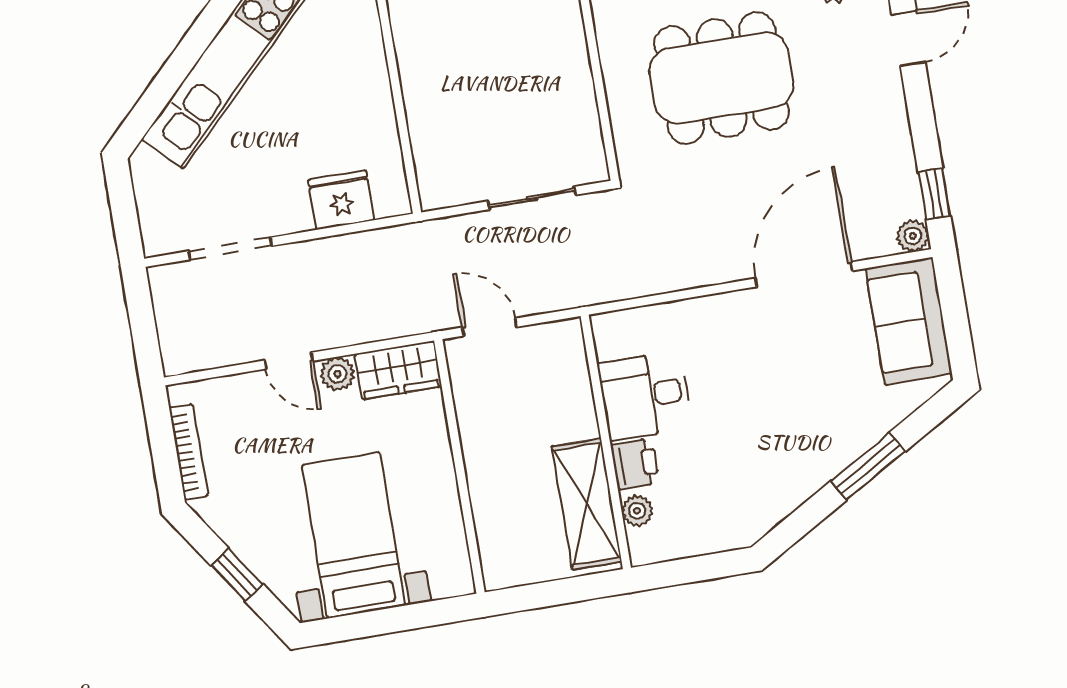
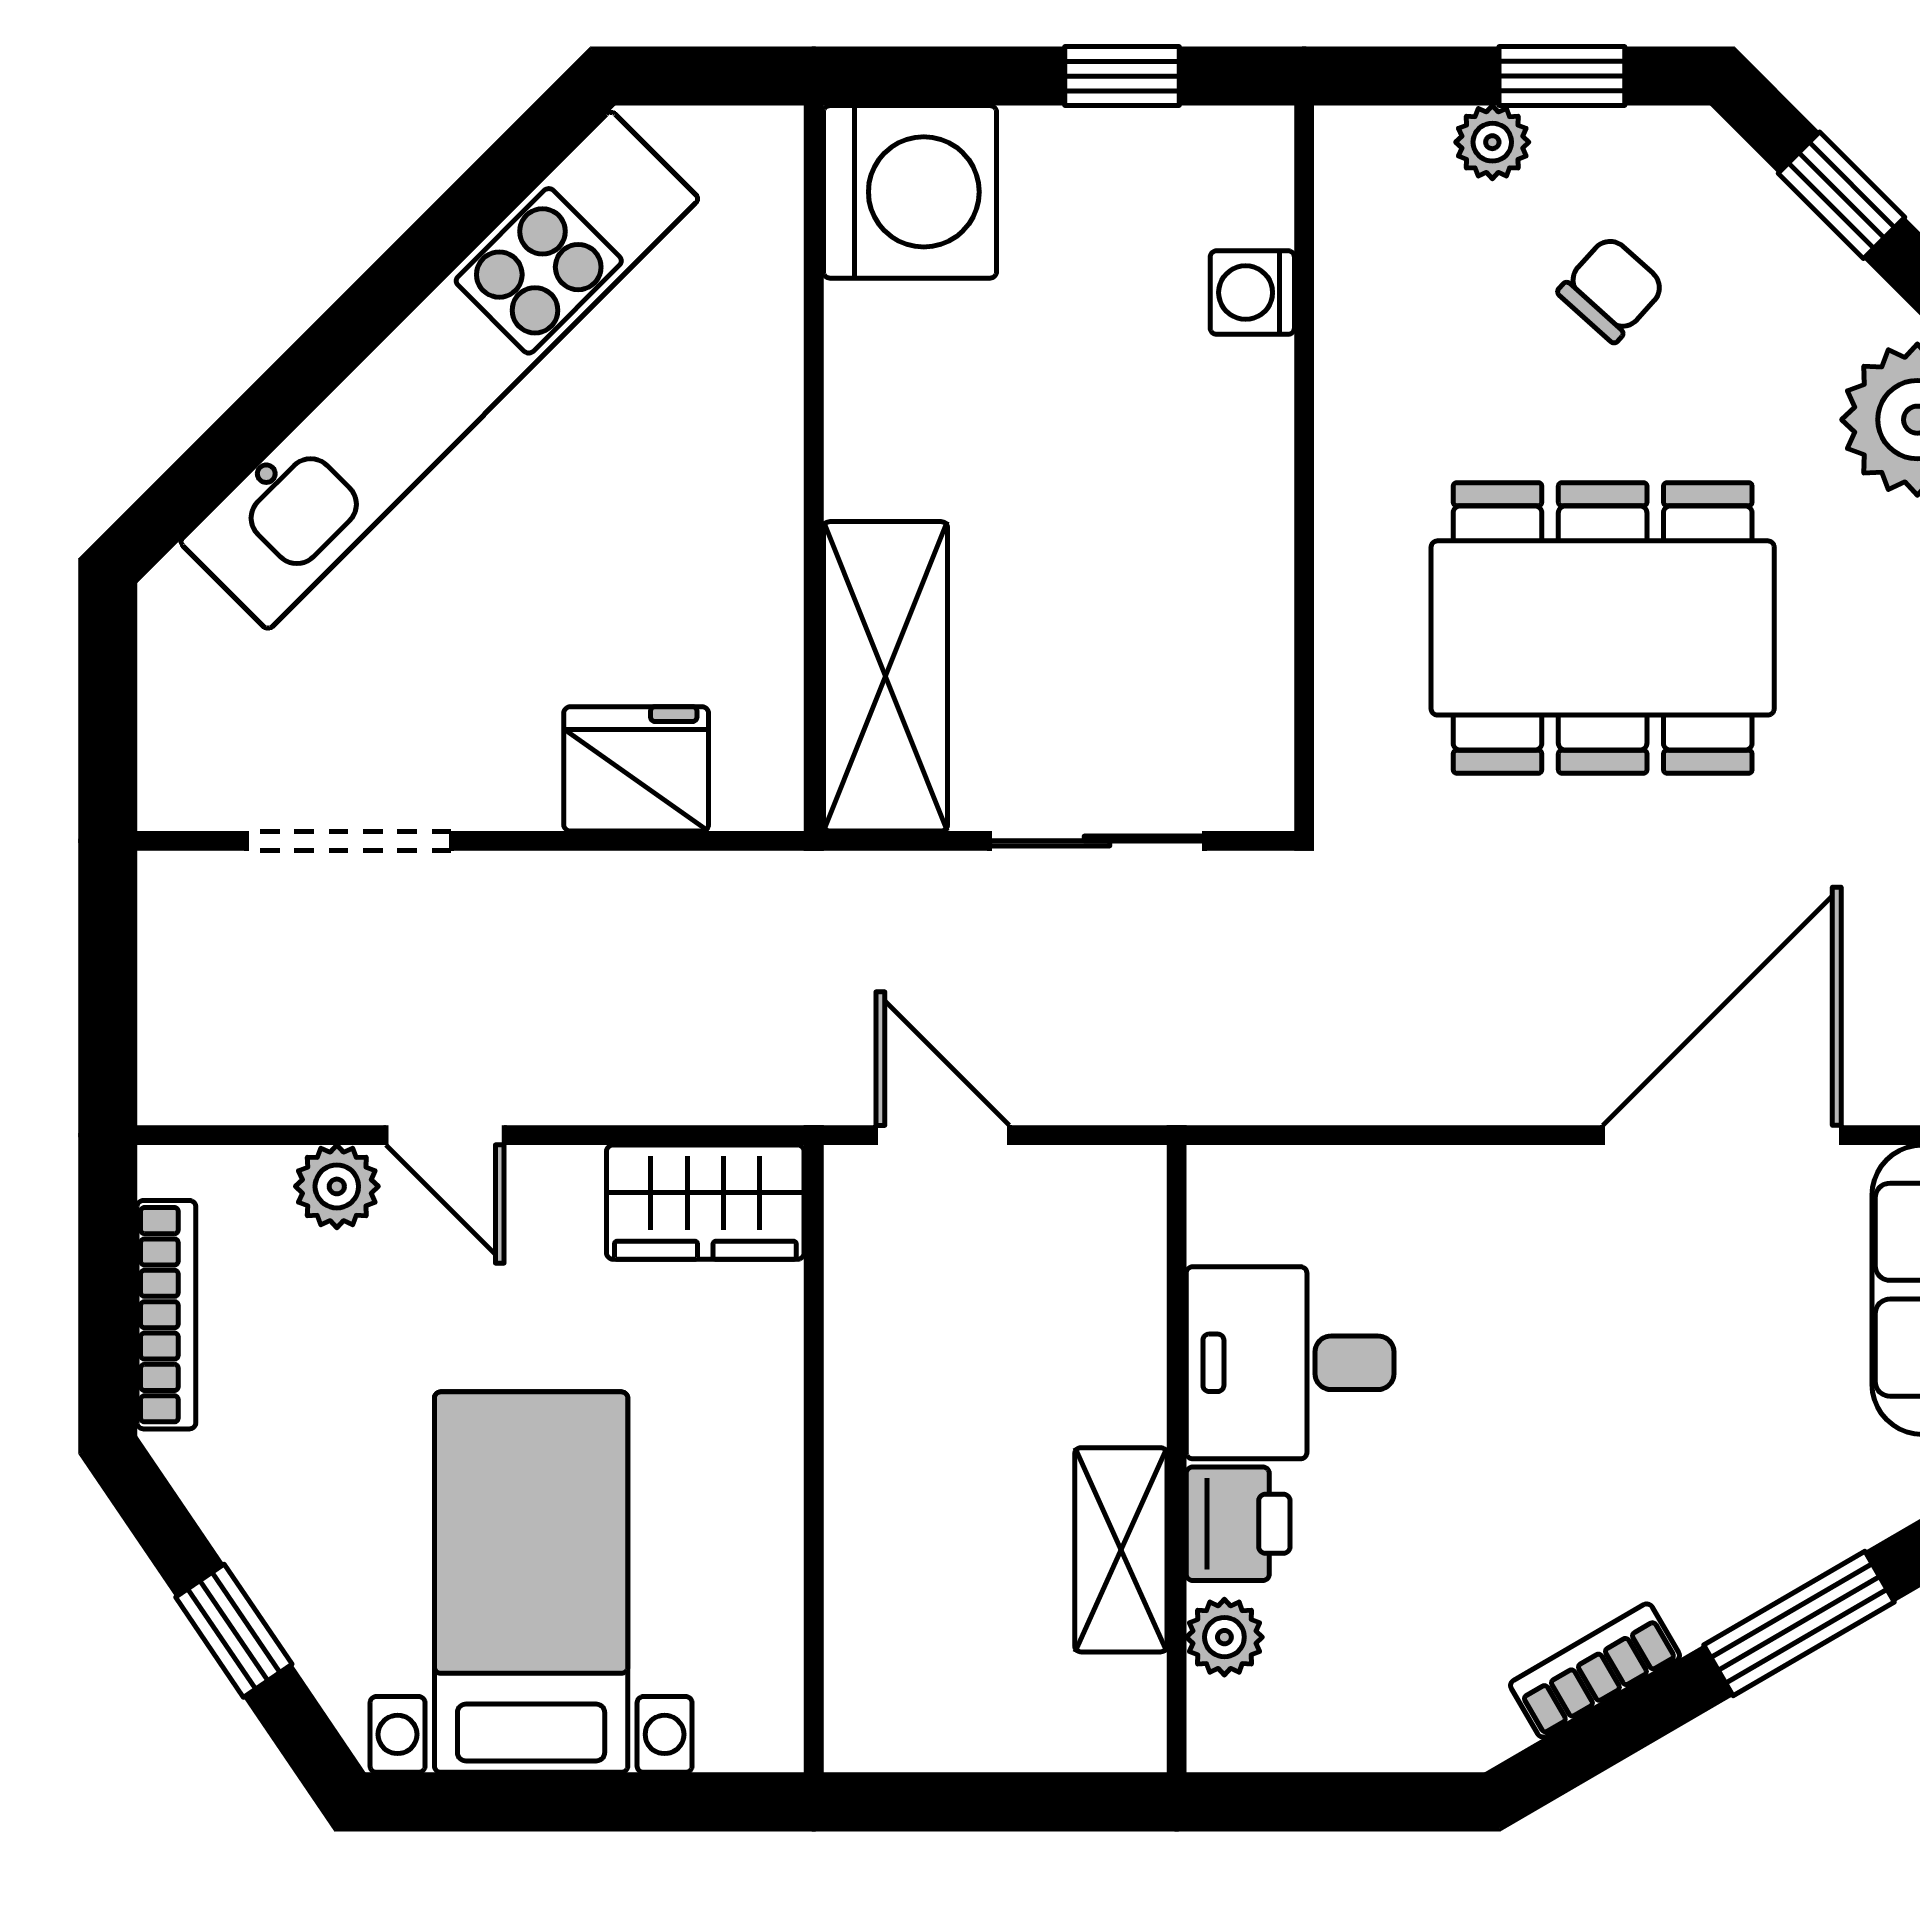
shelving: (435, 146) -> (886, 676), added
plant: (337, 374) -> (337, 1186), moved
bookcase: (789, 499) -> (1595, 1671), added
shelving: (587, 504) -> (1121, 1550), width x0.67, depth x0.75

